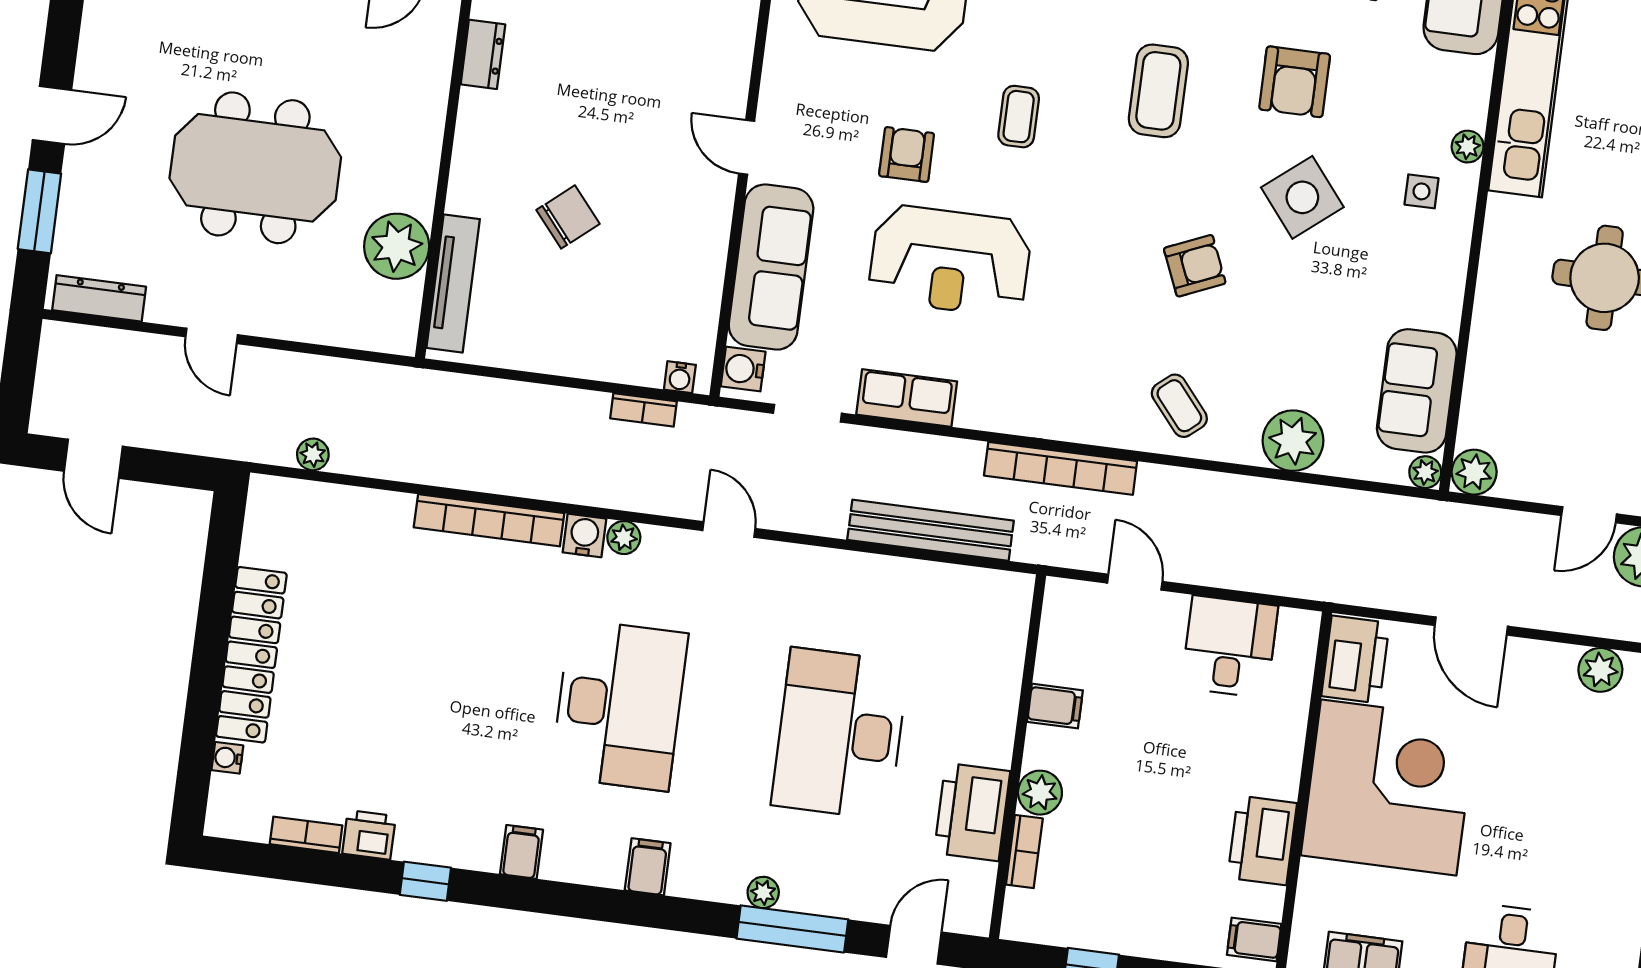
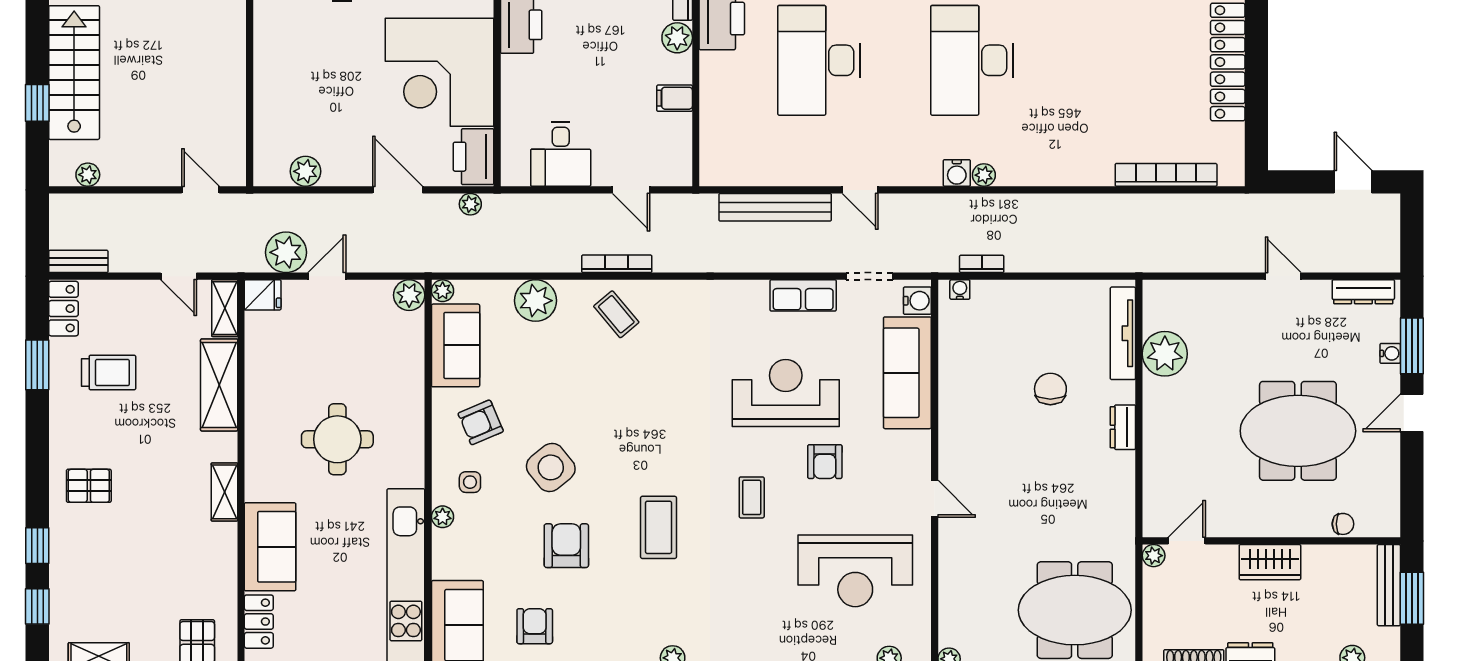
dresser: (483, 54) -> (1123, 427), moved
door: (747, 147) -> (935, 499), moved
meeting table: (255, 168) -> (1298, 431), moved
water cooler: (72, 205) -> (1390, 353), added
chair: (568, 217) -> (1050, 389), turned 130
armchair: (1195, 266) -> (481, 422), moved
plant: (313, 454) -> (470, 204), moved
bookcase: (1061, 468) -> (617, 264), moved, width x0.68, depth x0.76
bookcase: (489, 520) -> (1166, 175), moved
door: (729, 529) -> (860, 190), moved
water cooler: (584, 535) -> (957, 173), moved
desk: (840, 734) -> (819, 60), turned 180

